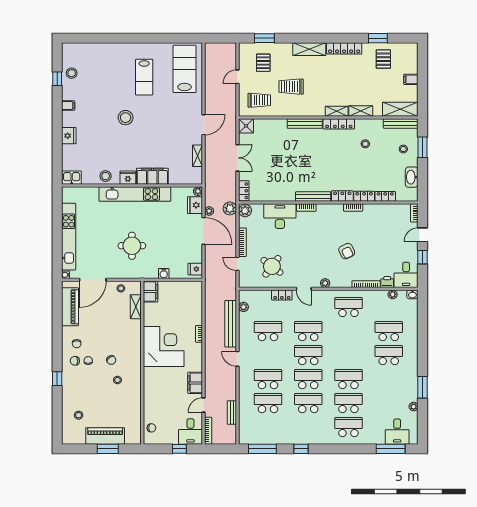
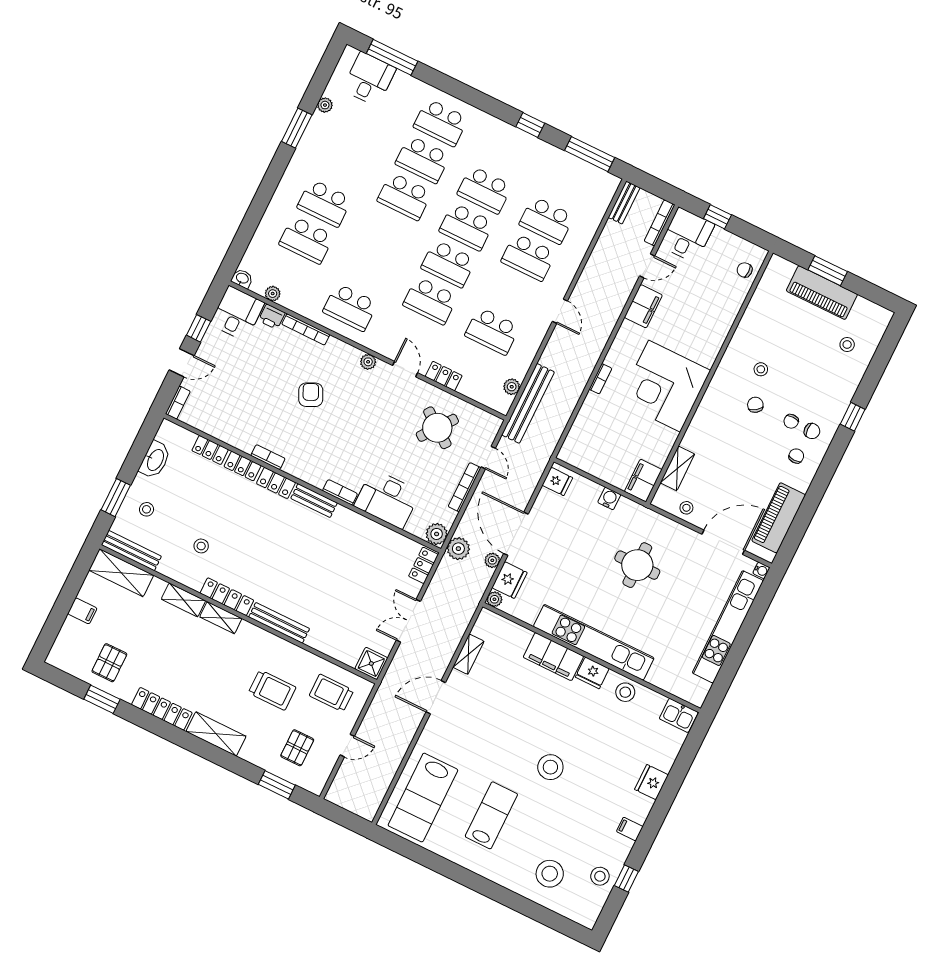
stool: (99, 62) -> (550, 874), added
bench: (313, 197) -> (314, 501), width x0.73
bench: (231, 324) -> (528, 403), moved
bench: (232, 412) -> (624, 202), moved

